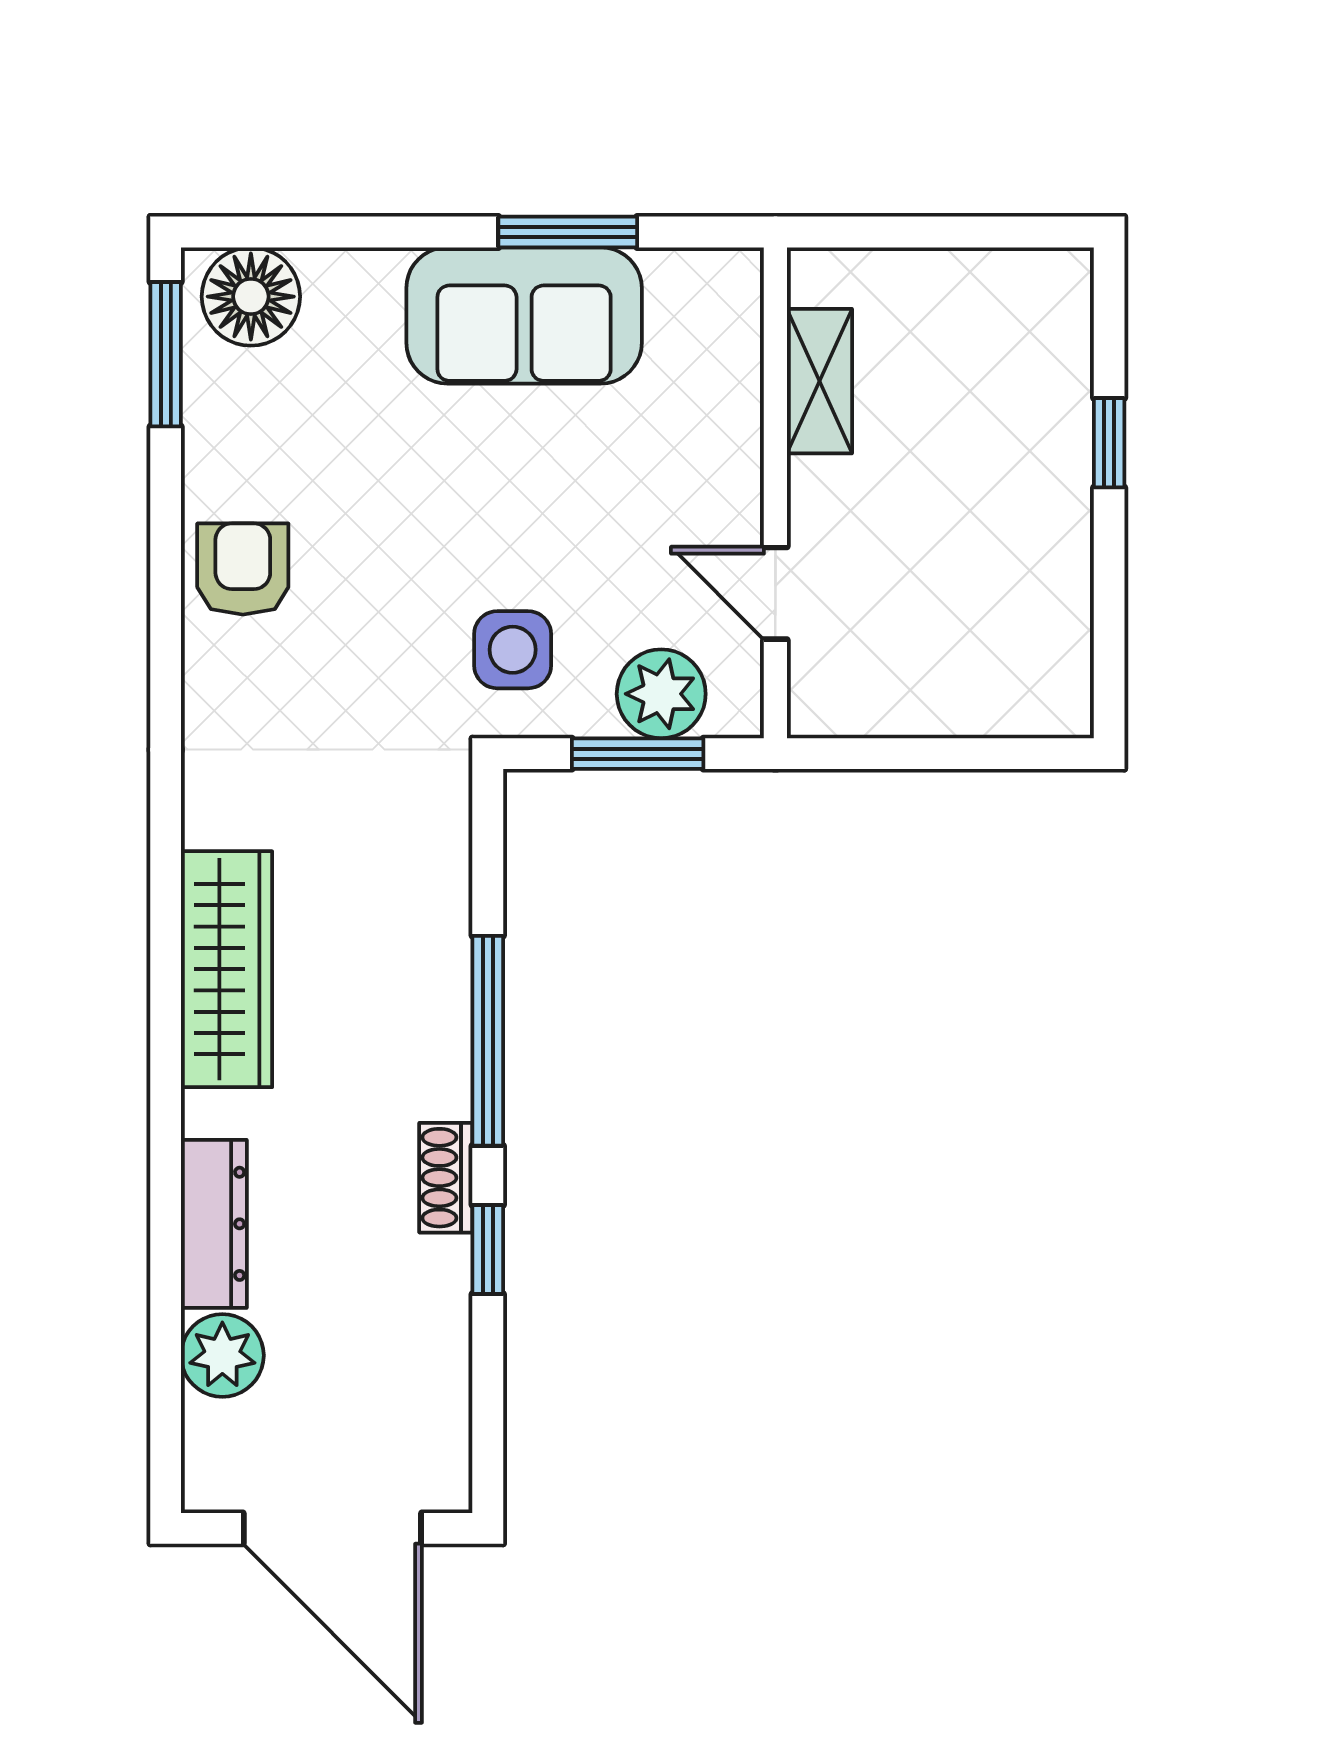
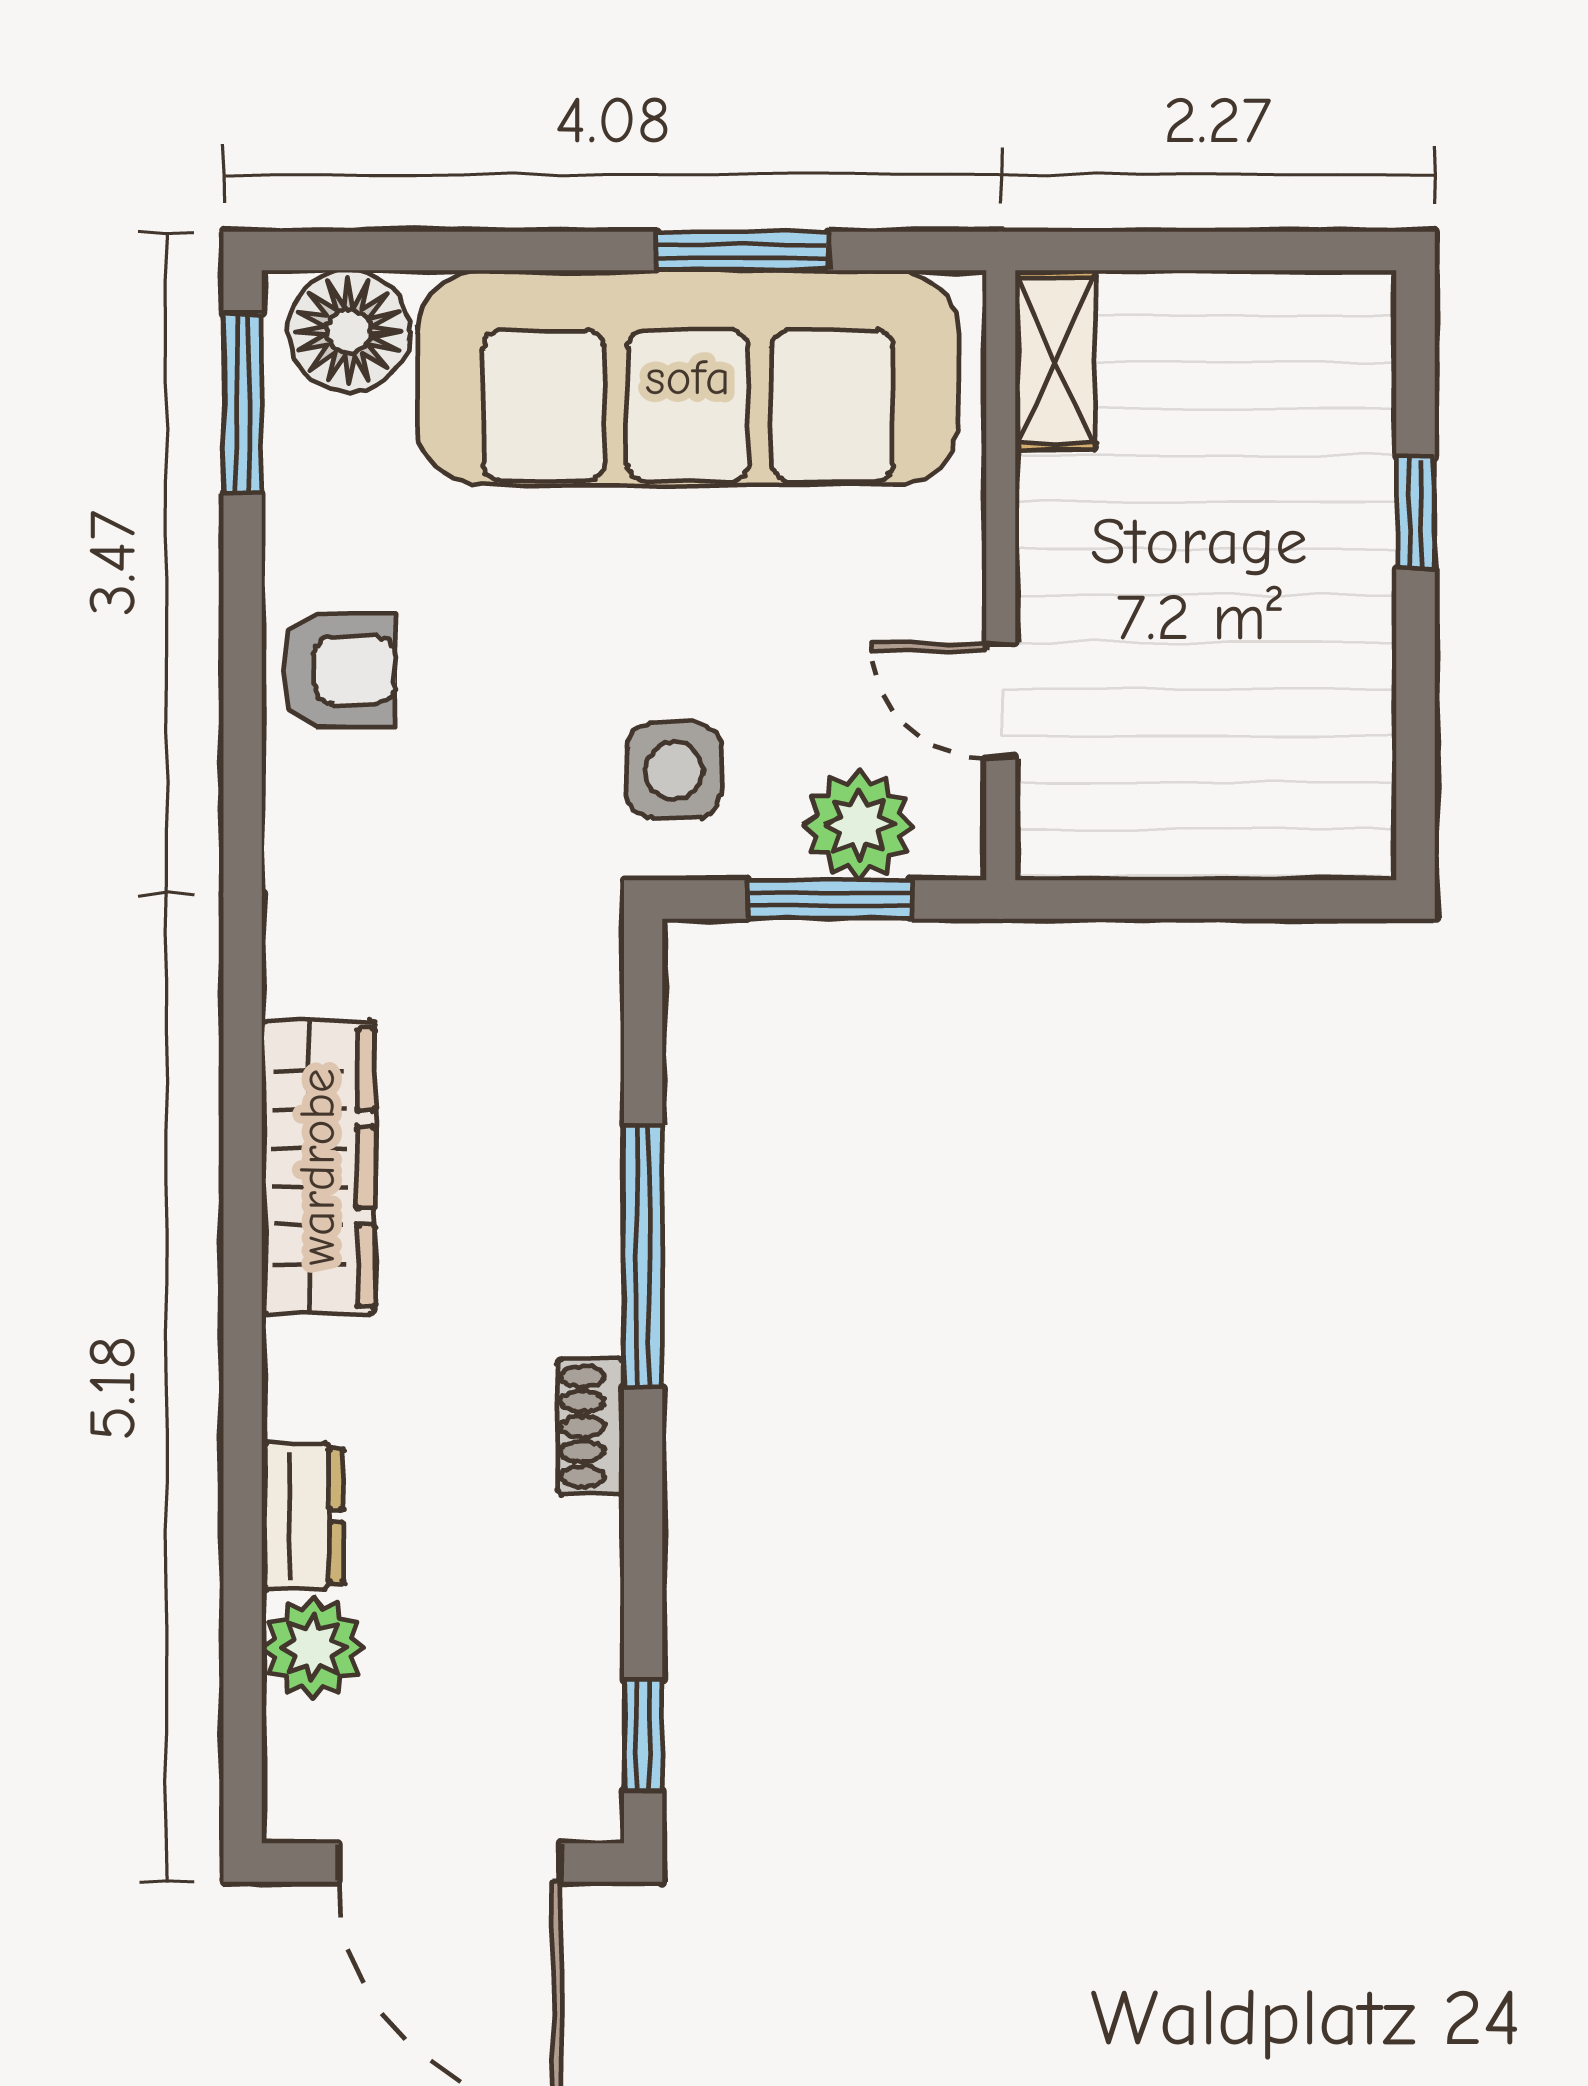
sofa: (524, 315) -> (688, 378), width x1.85, depth x1.27
shelving: (820, 381) -> (1055, 360), moved
armchair: (243, 569) -> (339, 670), turned 90
dresser: (214, 1224) -> (303, 1516), width x0.70
window: (488, 1250) -> (643, 1735), moved

